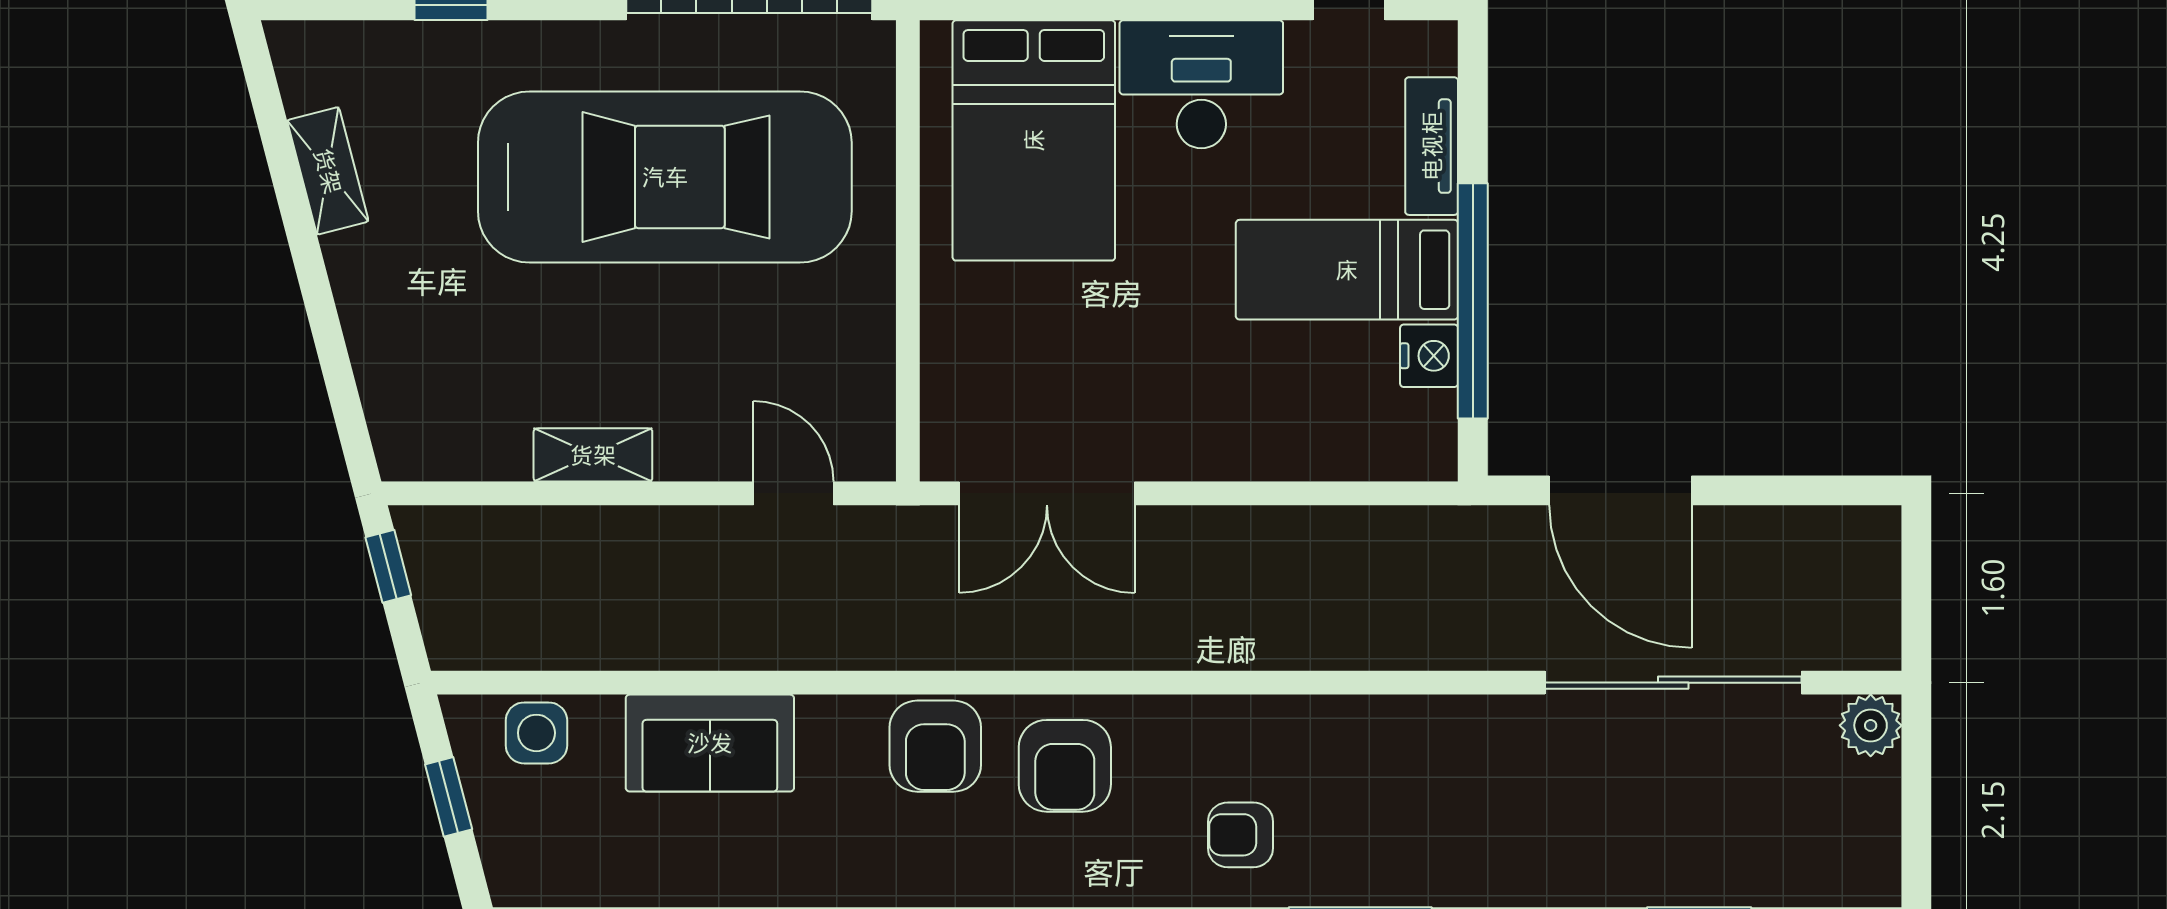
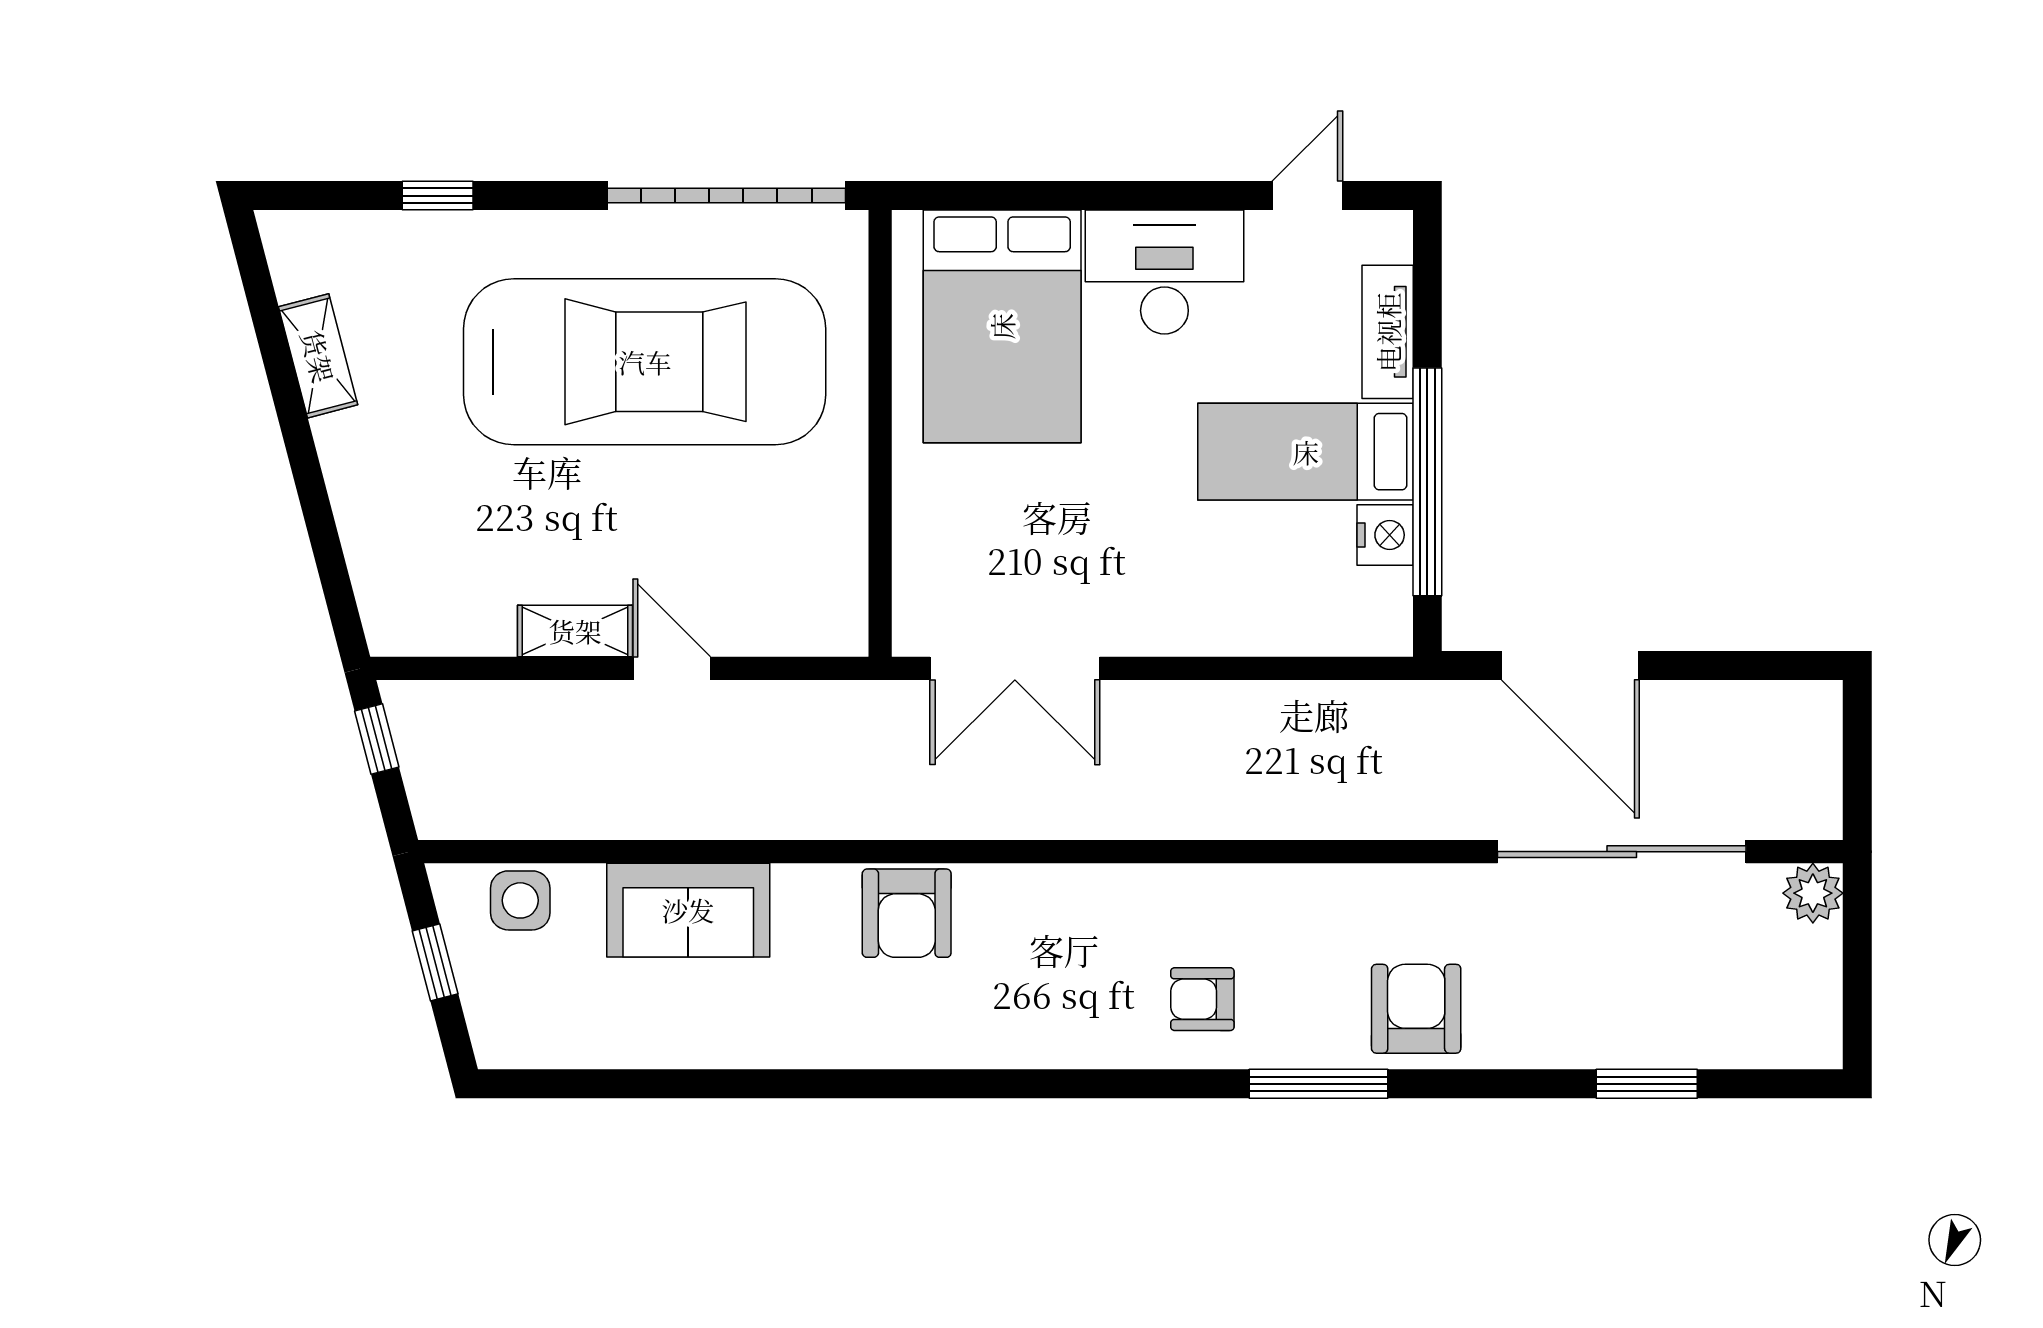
door: (794, 493) -> (672, 668), moved
armchair: (1065, 766) -> (1416, 1009), moved, turned 180

